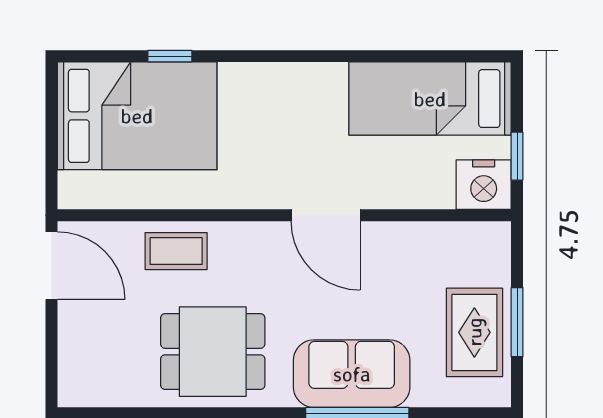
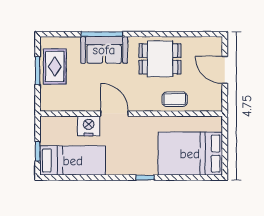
window: (170, 56) -> (145, 178), moved
window: (517, 156) -> (38, 151), moved
nightstand: (484, 185) -> (89, 126), moved
door: (51, 266) -> (225, 70), moved

